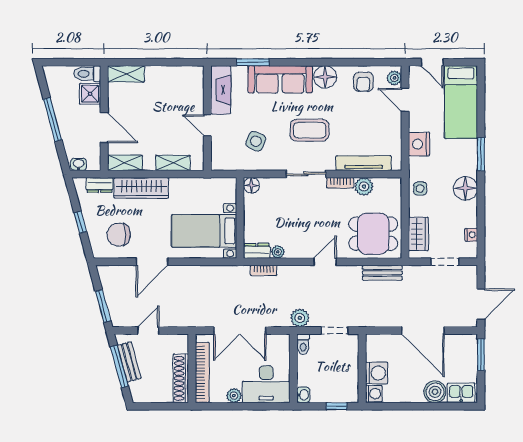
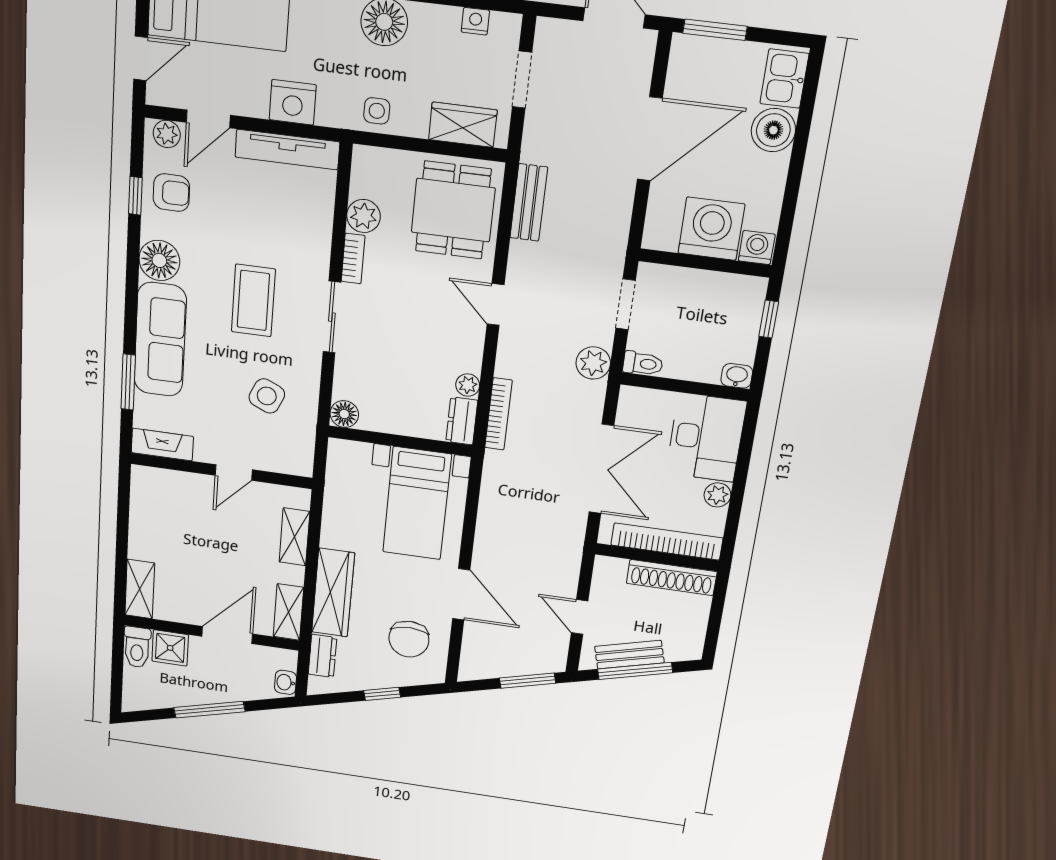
window: (359, 62) -> (135, 196), added
fireplace: (221, 90) -> (162, 445), width x0.73, depth x0.76
tv unit: (364, 163) -> (287, 149), moved, turned -90
bookcase: (264, 270) -> (498, 414), width x1.56
washing machine: (377, 373) -> (711, 229), width x1.37, depth x1.37

